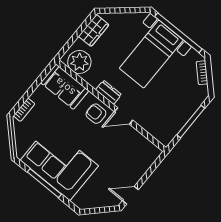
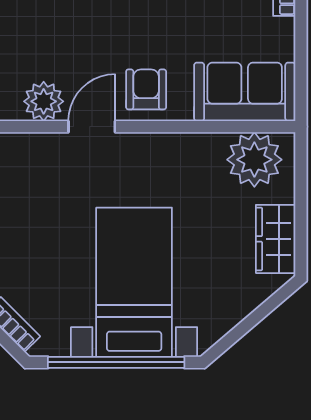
dresser: (109, 92) -> (155, 148), removed
armchair: (96, 114) -> (146, 89), turned -90
plant: (133, 137) -> (44, 101), added

